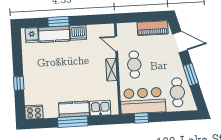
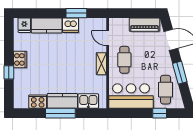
window: (59, 22) -> (76, 13), moved
cooker: (29, 70) -> (20, 59), added
cooker: (34, 112) -> (38, 102), moved
window: (141, 118) -> (160, 113), moved

